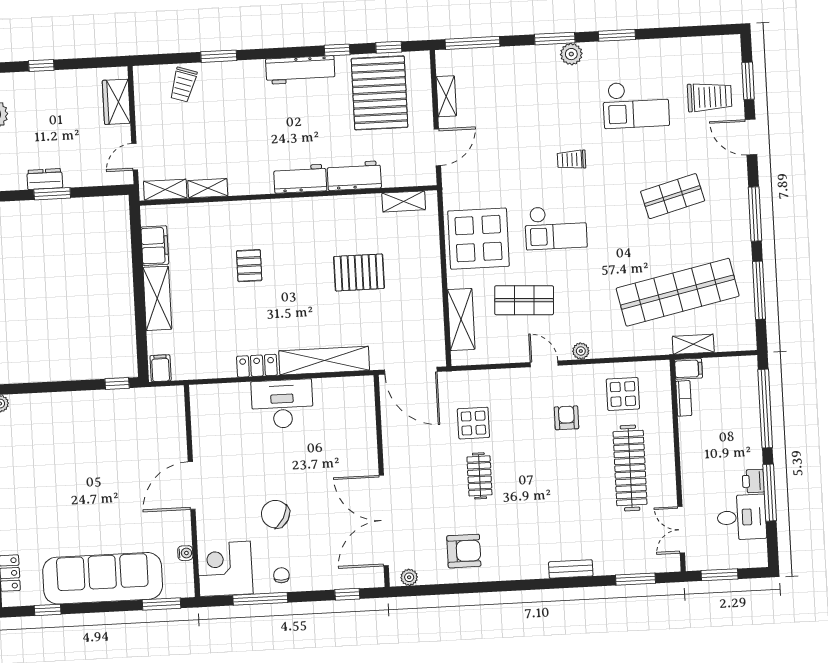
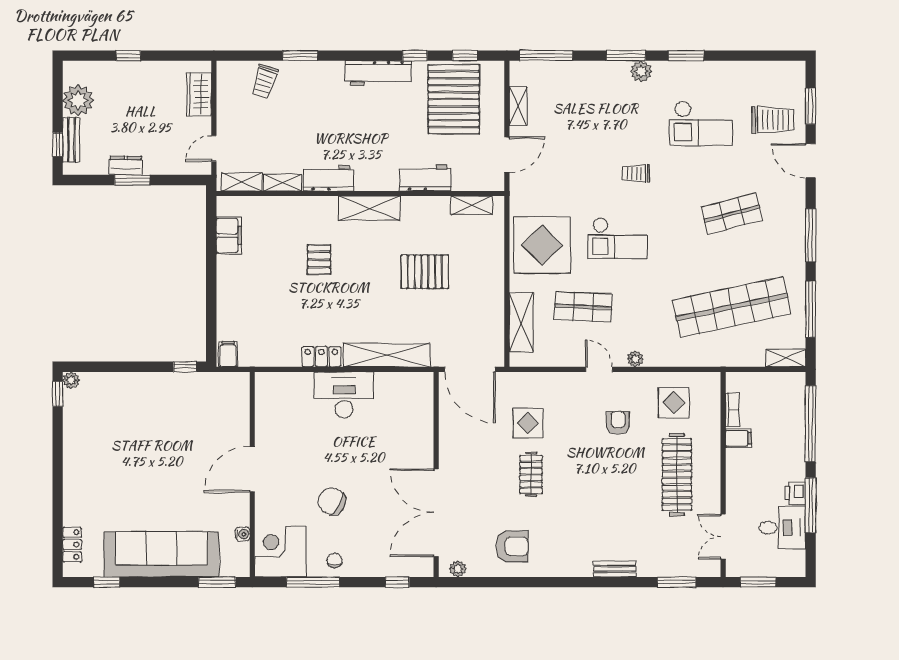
workbench: (300, 179) -> (329, 178), moved
shelving: (157, 298) -> (369, 208), moved, turned 90
shelving: (693, 344) -> (786, 358), moved
filing cabinet: (689, 369) -> (738, 438), moved

